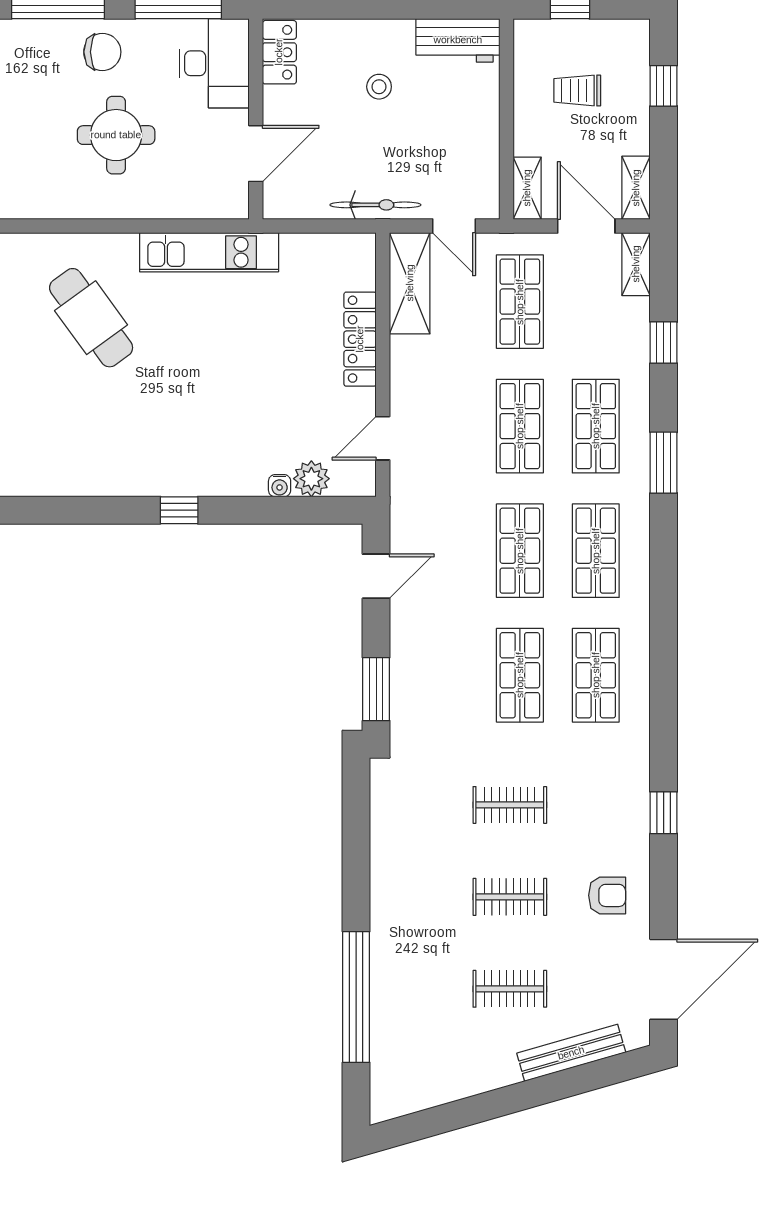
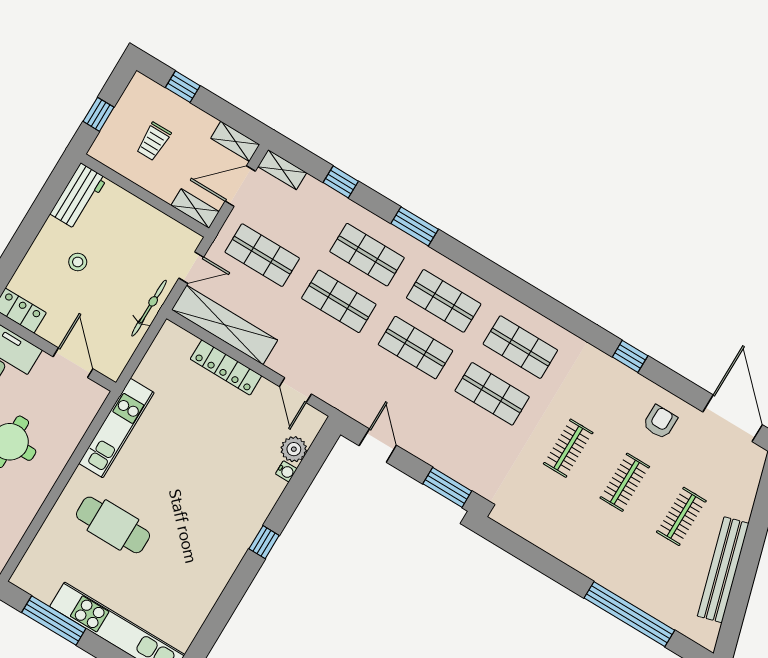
shelving: (410, 283) -> (225, 325), width x1.47
cafe table: (91, 318) -> (113, 525), turned 36
bench: (571, 1053) -> (723, 570), moved, width x1.37, depth x1.21

